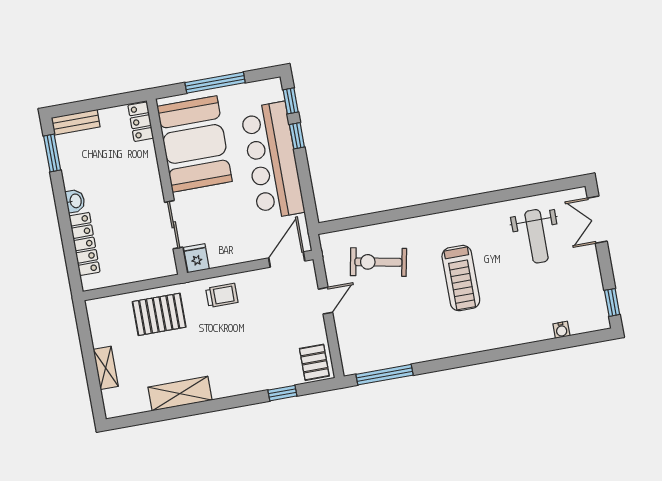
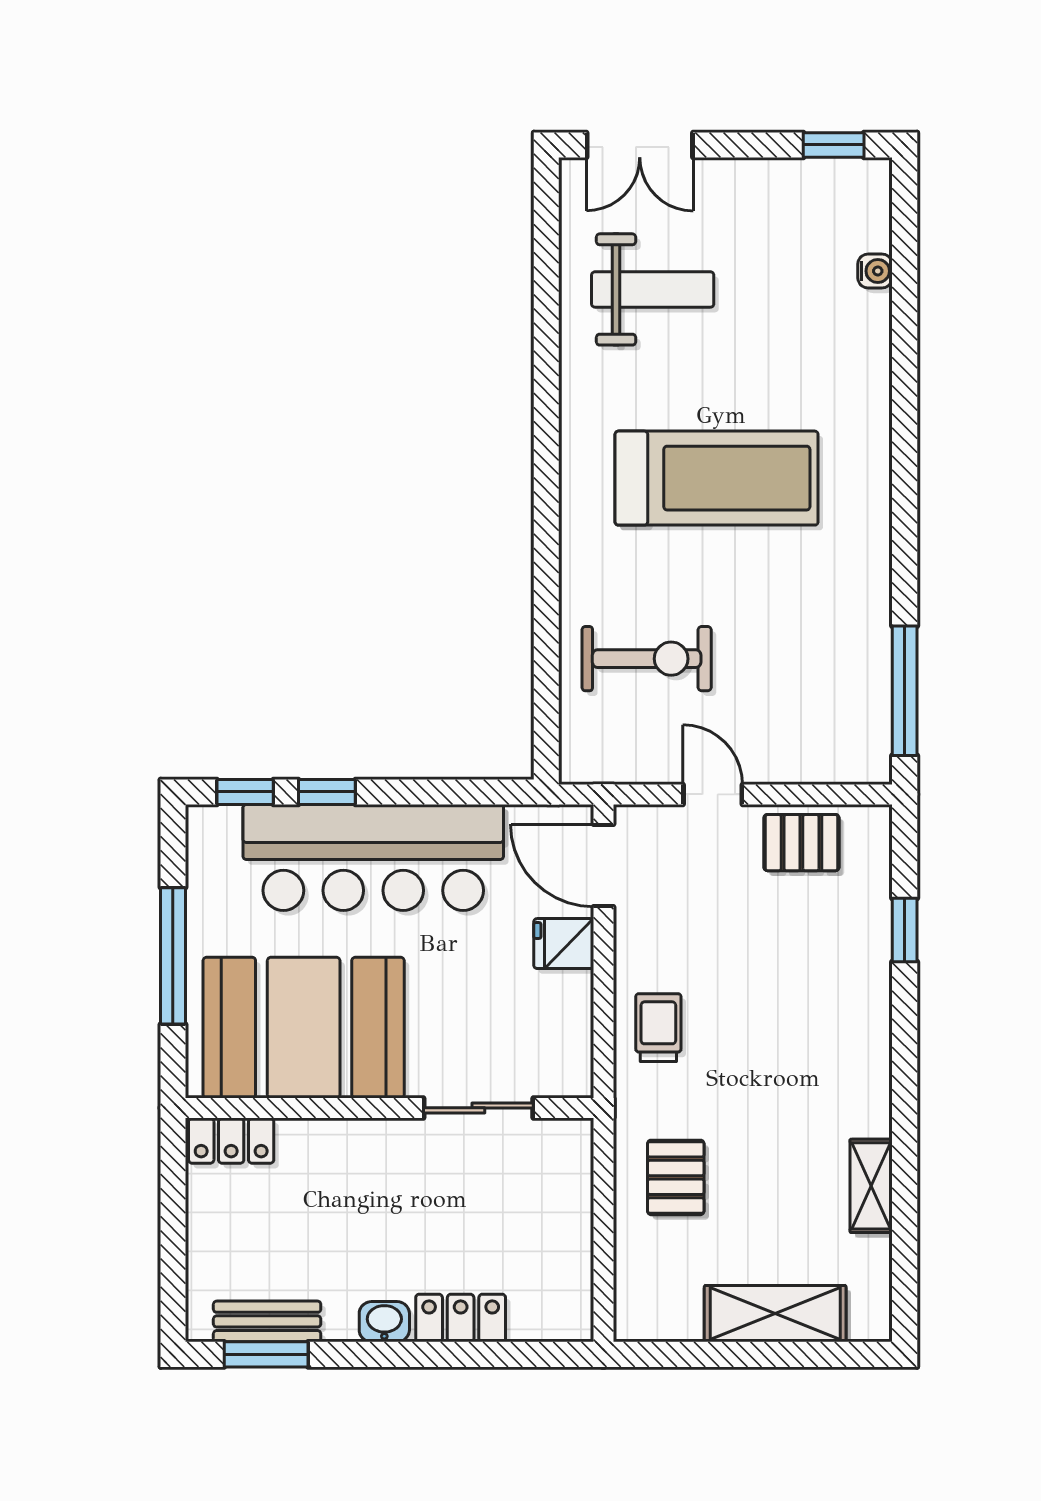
bench: (76, 122) -> (267, 1321), moved, turned 90
locker: (85, 244) -> (461, 1318), width x0.66
fridge: (196, 258) -> (564, 944), moved
exercise bike: (378, 262) -> (647, 659), turned -101
treadmill: (461, 278) -> (717, 478), width x1.37, depth x1.38
pallet: (159, 314) -> (676, 1177), width x0.67, depth x0.71
pallet: (314, 362) -> (801, 843), moved
shelving: (106, 368) -> (775, 1314), width x1.50, depth x1.33
shelving: (180, 394) -> (871, 1186), width x0.67, depth x0.75

